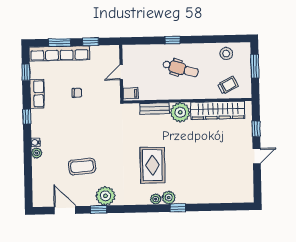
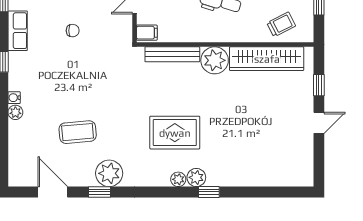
bench: (155, 108) -> (172, 54), width x1.36
rug: (152, 165) -> (175, 133), turned 90

